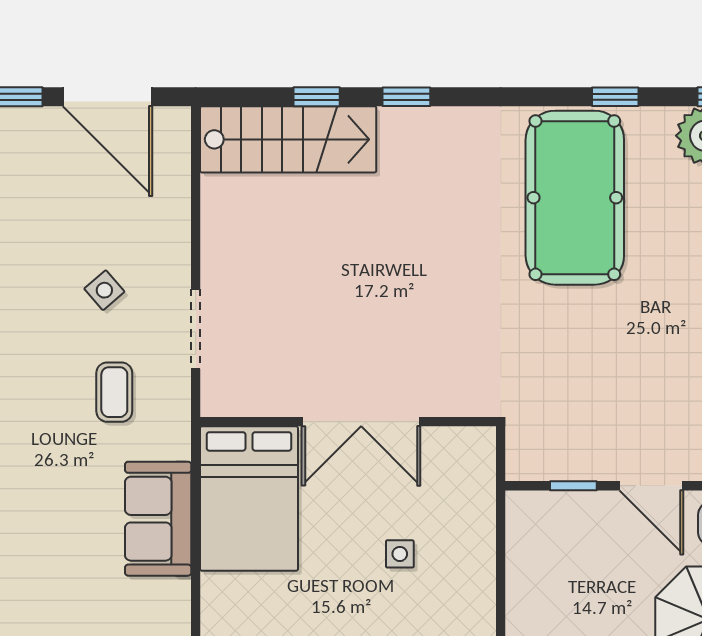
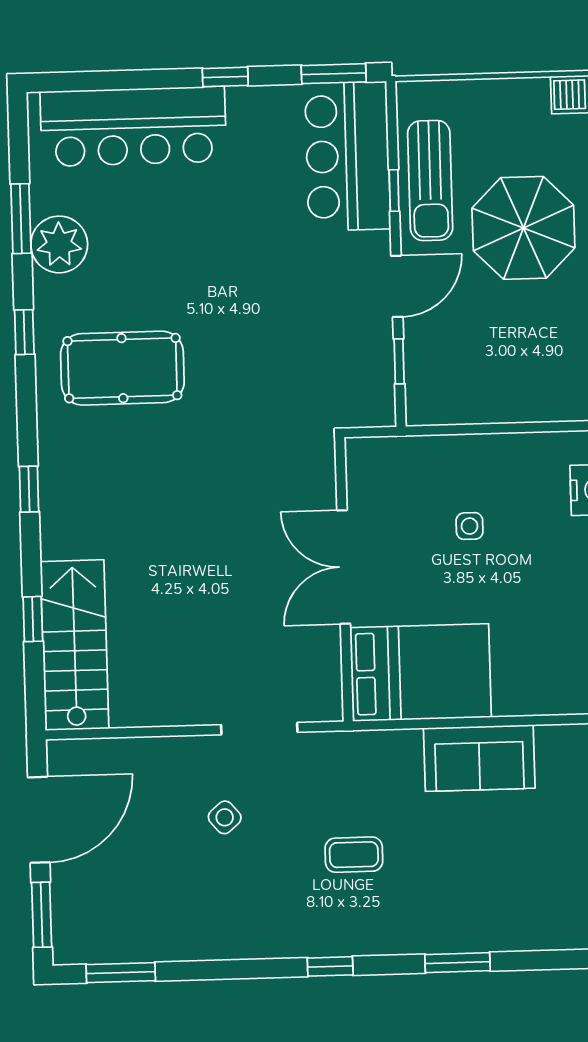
window: (406, 97) -> (29, 489), moved
pool table: (575, 198) -> (122, 368), width x0.73, depth x0.76
coffee table: (114, 392) -> (354, 855), moved
double door: (361, 422) -> (344, 567), swing flipped
sofa: (158, 519) -> (479, 758), moved

